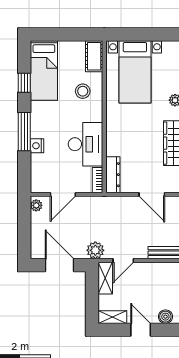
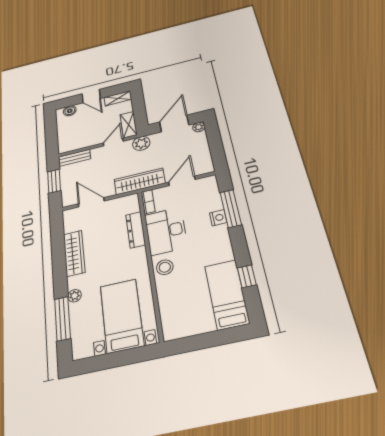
cot: (94, 56) -> (171, 322), removed
stool: (83, 91) -> (165, 267), moved
window: (24, 132) -> (231, 208), moved
dresser: (113, 175) -> (136, 230), moved
plant: (36, 205) -> (199, 127), moved
wardrobe: (103, 205) -> (140, 181), added
door: (59, 265) -> (174, 123), swing flipped

